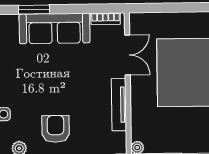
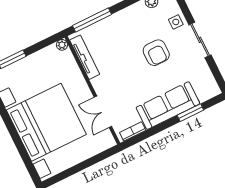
tv unit: (119, 105) -> (85, 57), moved
armchair: (56, 129) -> (156, 53), moved

